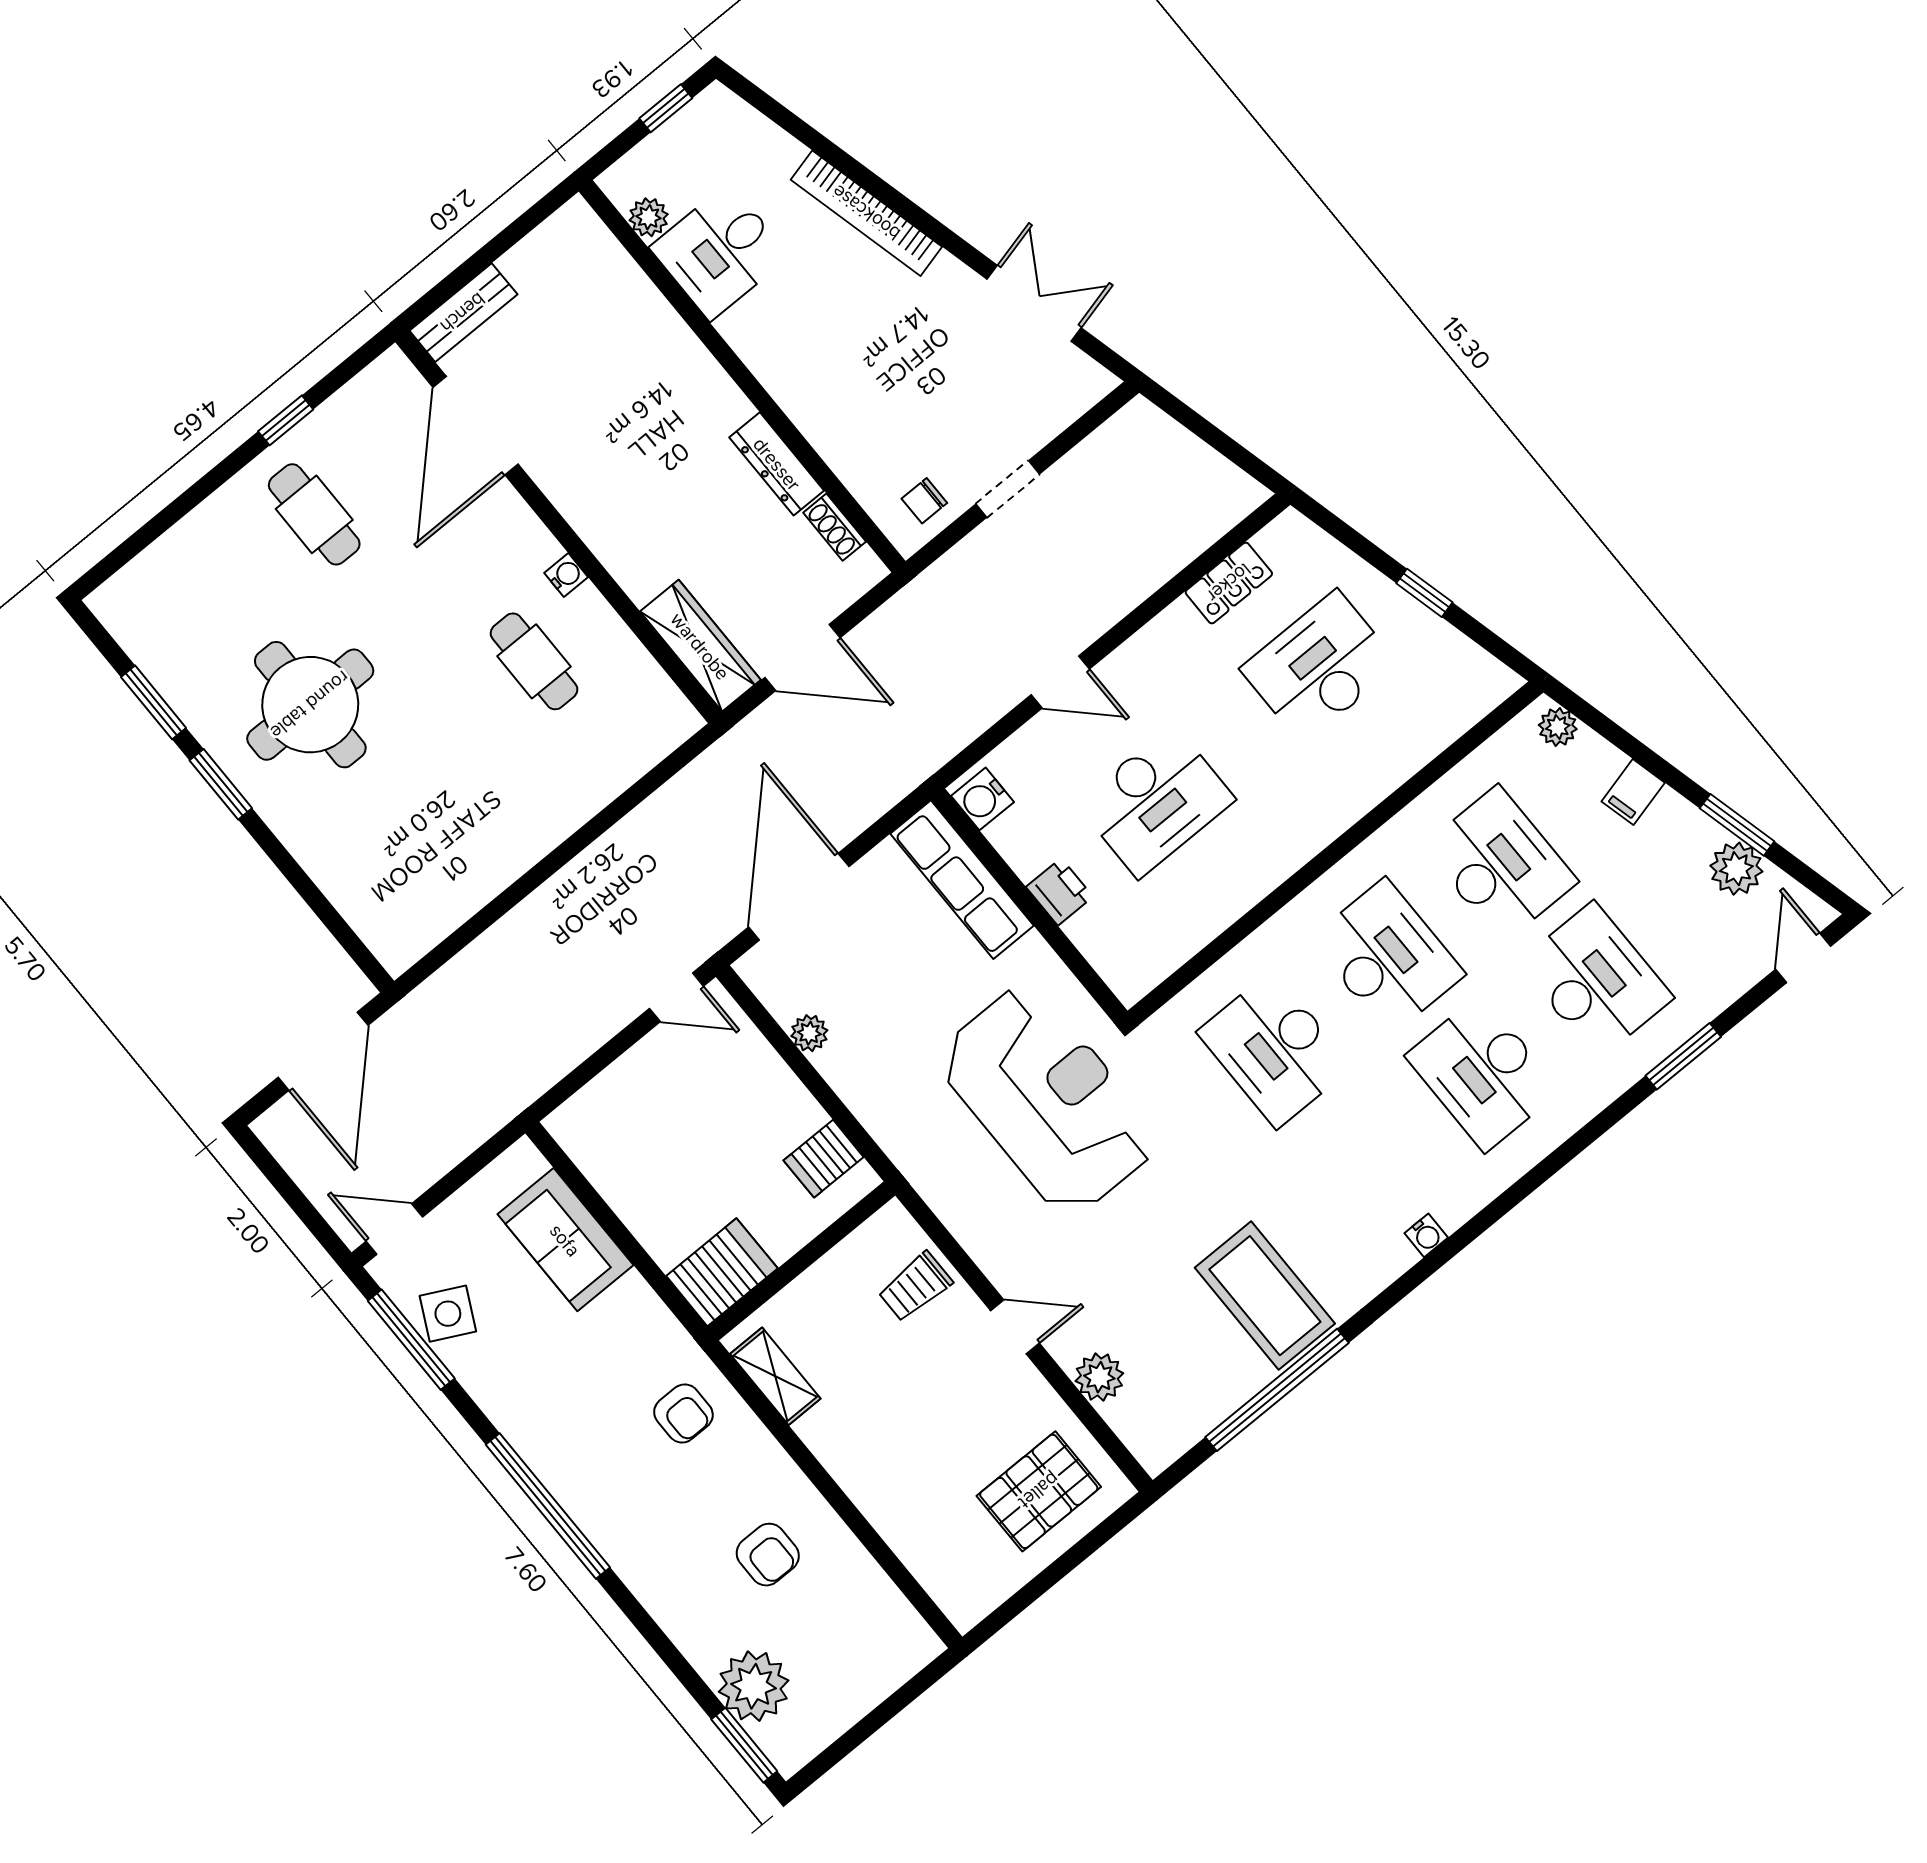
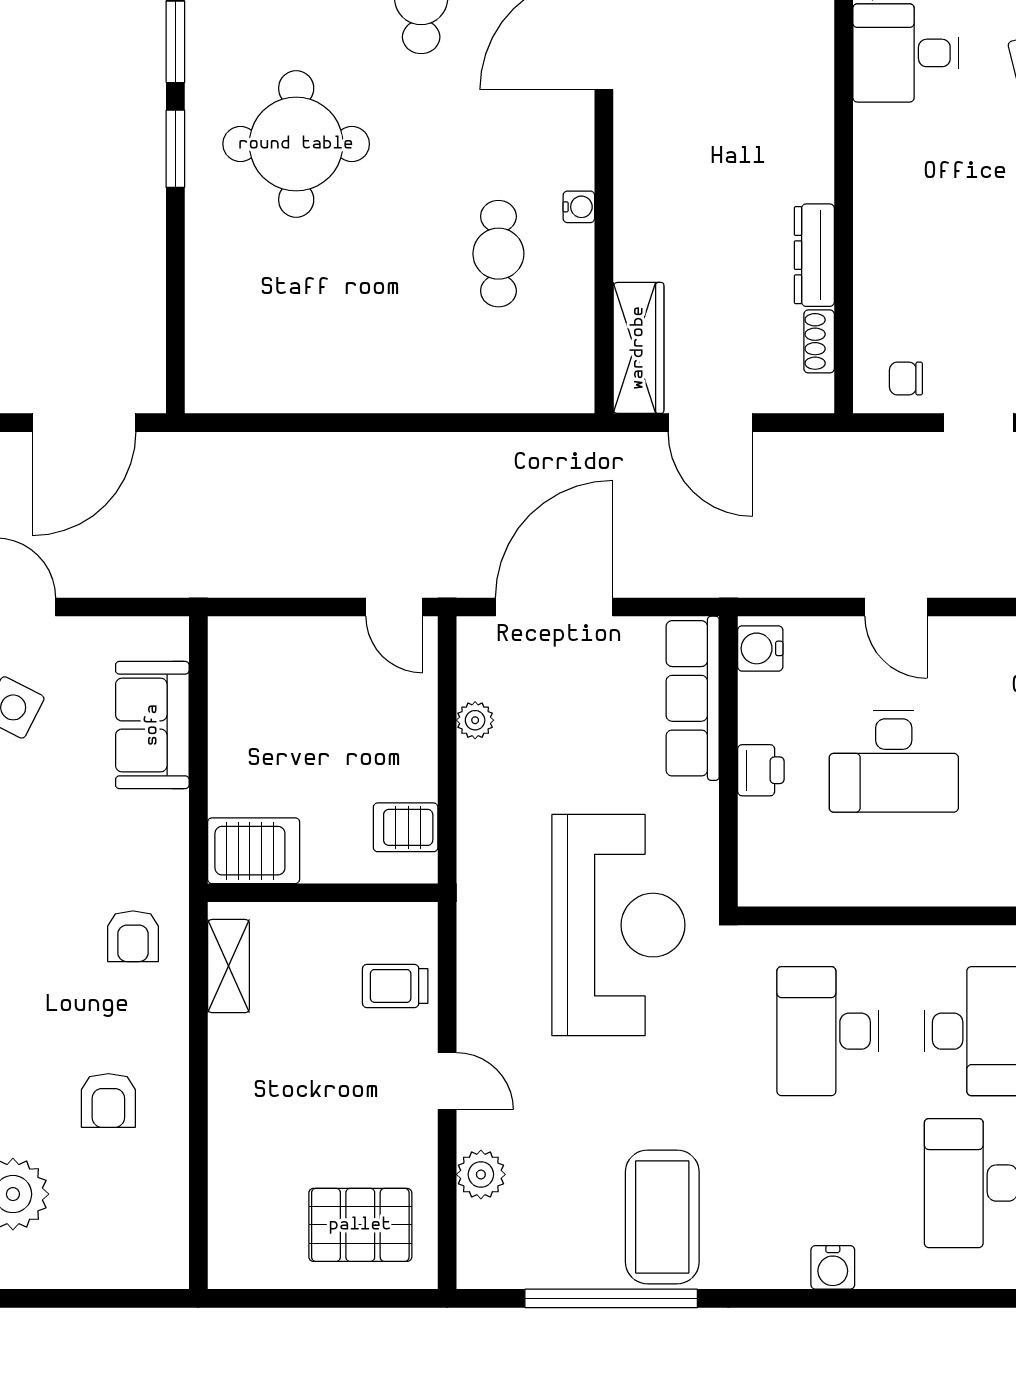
water cooler: (1426, 1235) -> (833, 1267), width x1.38, depth x1.38

